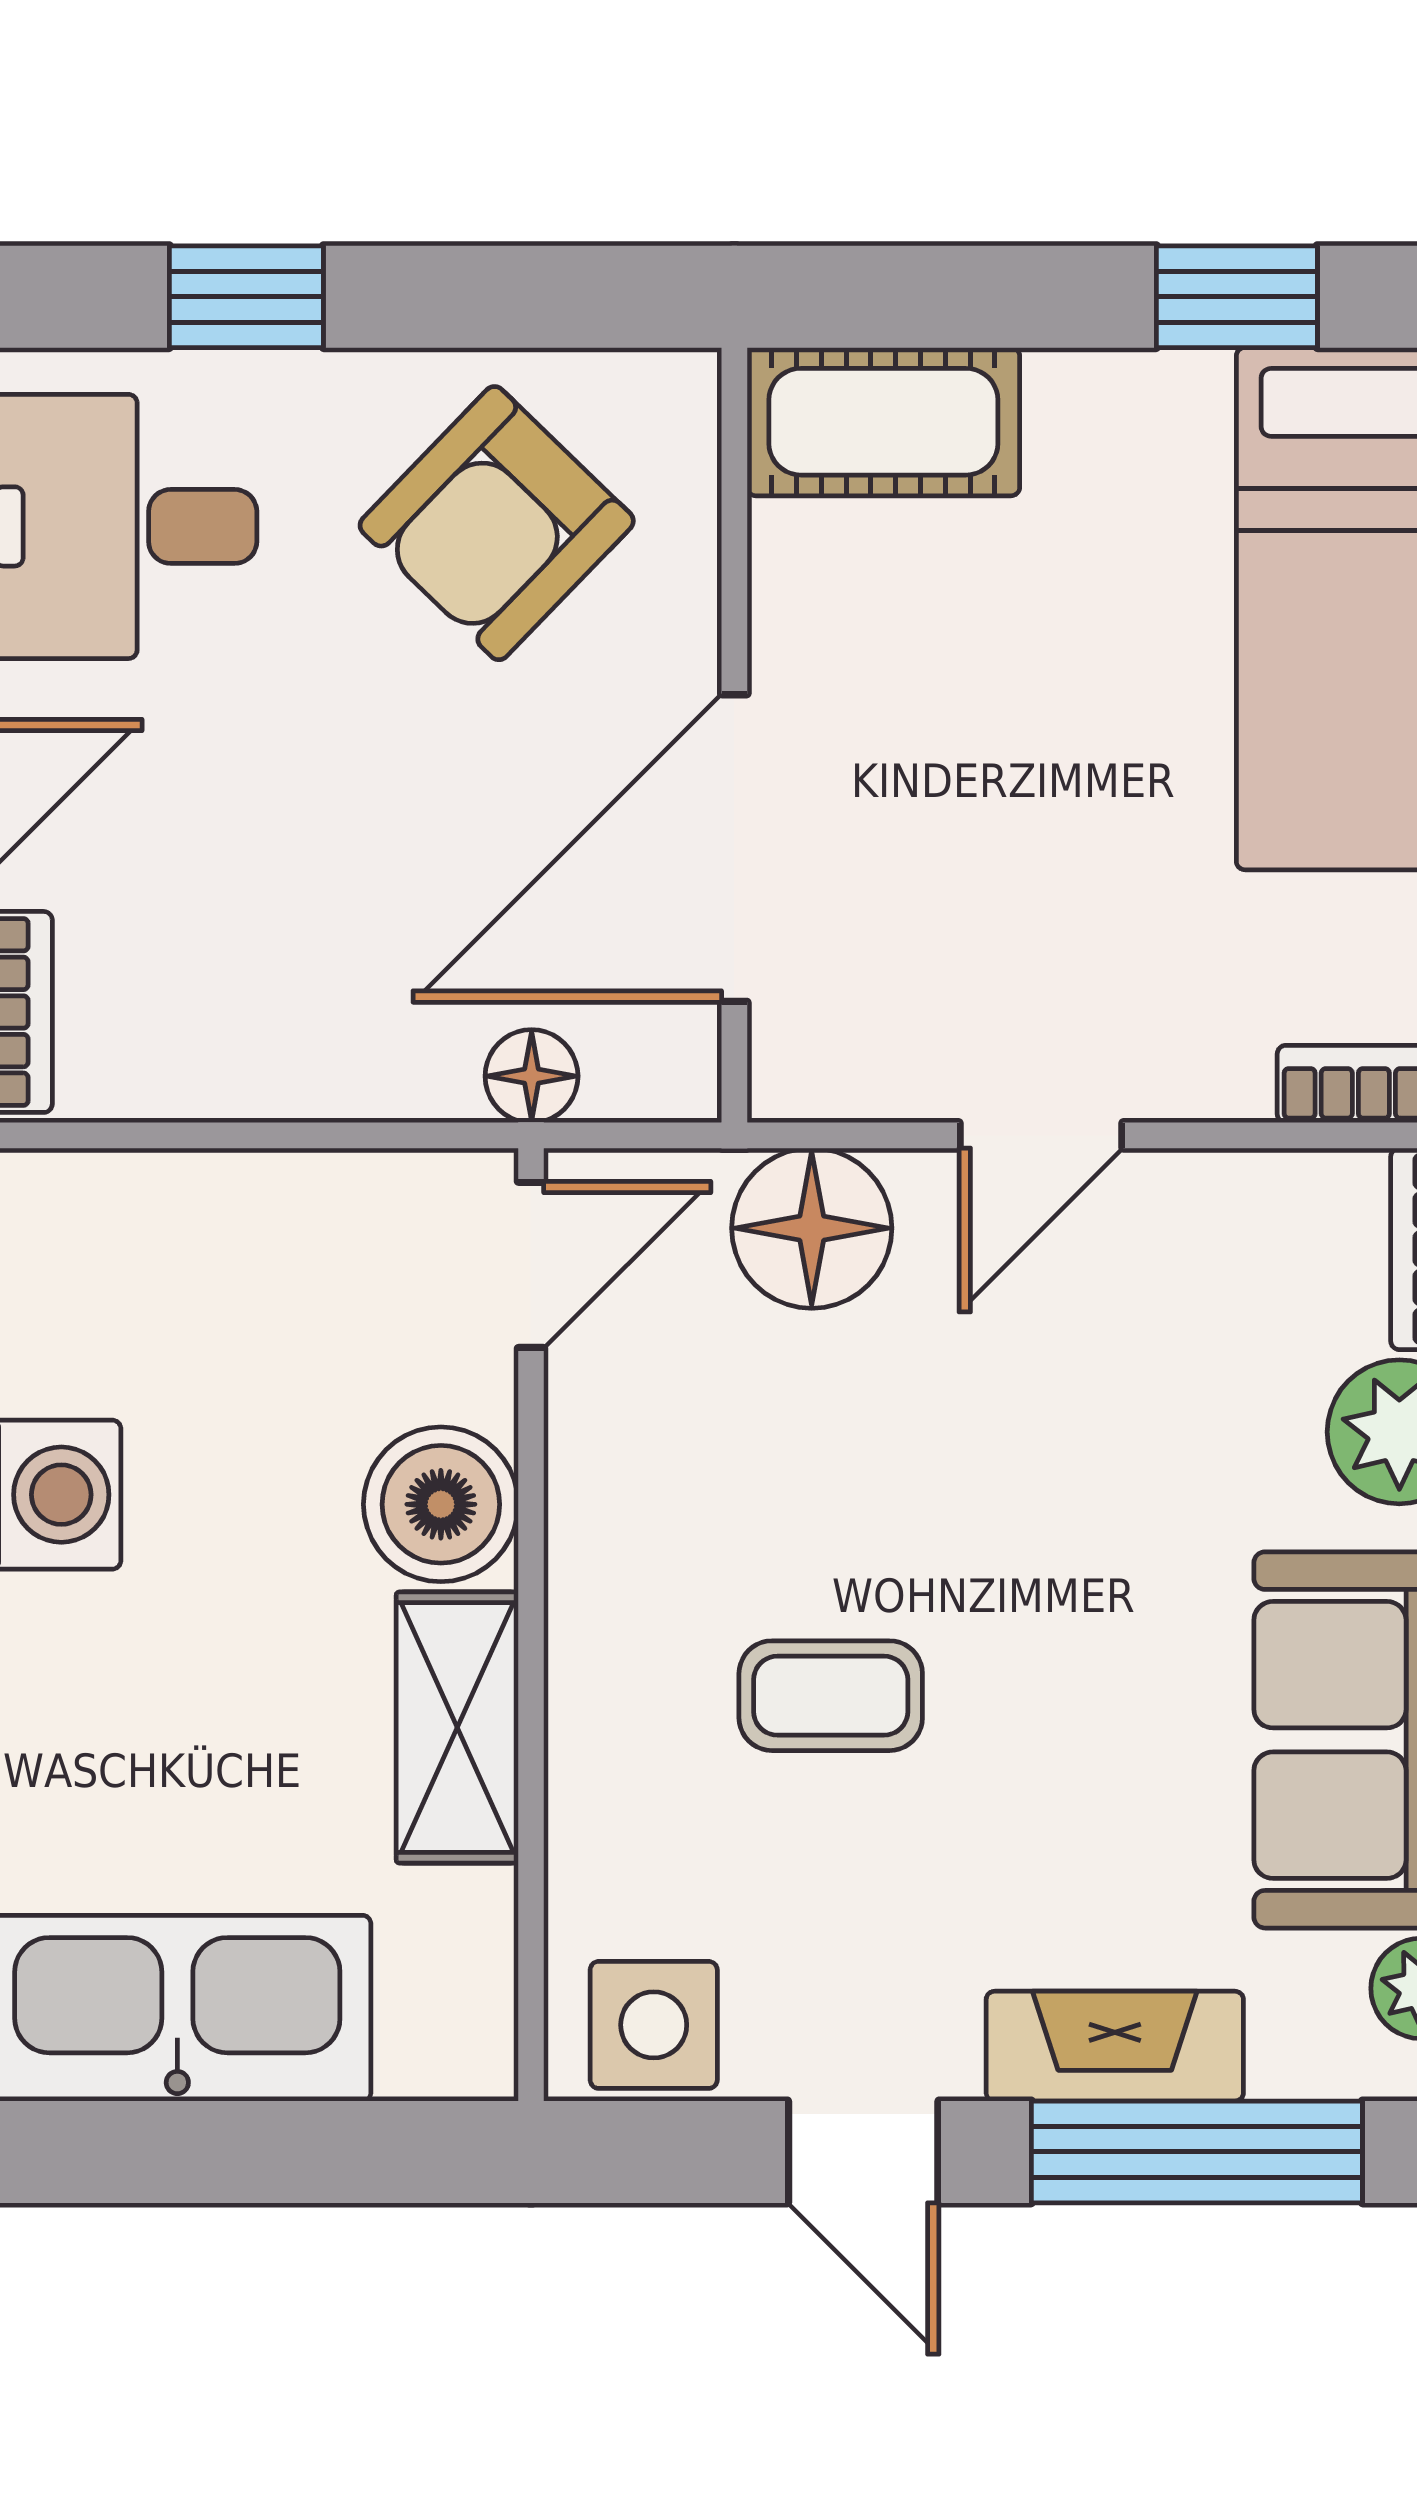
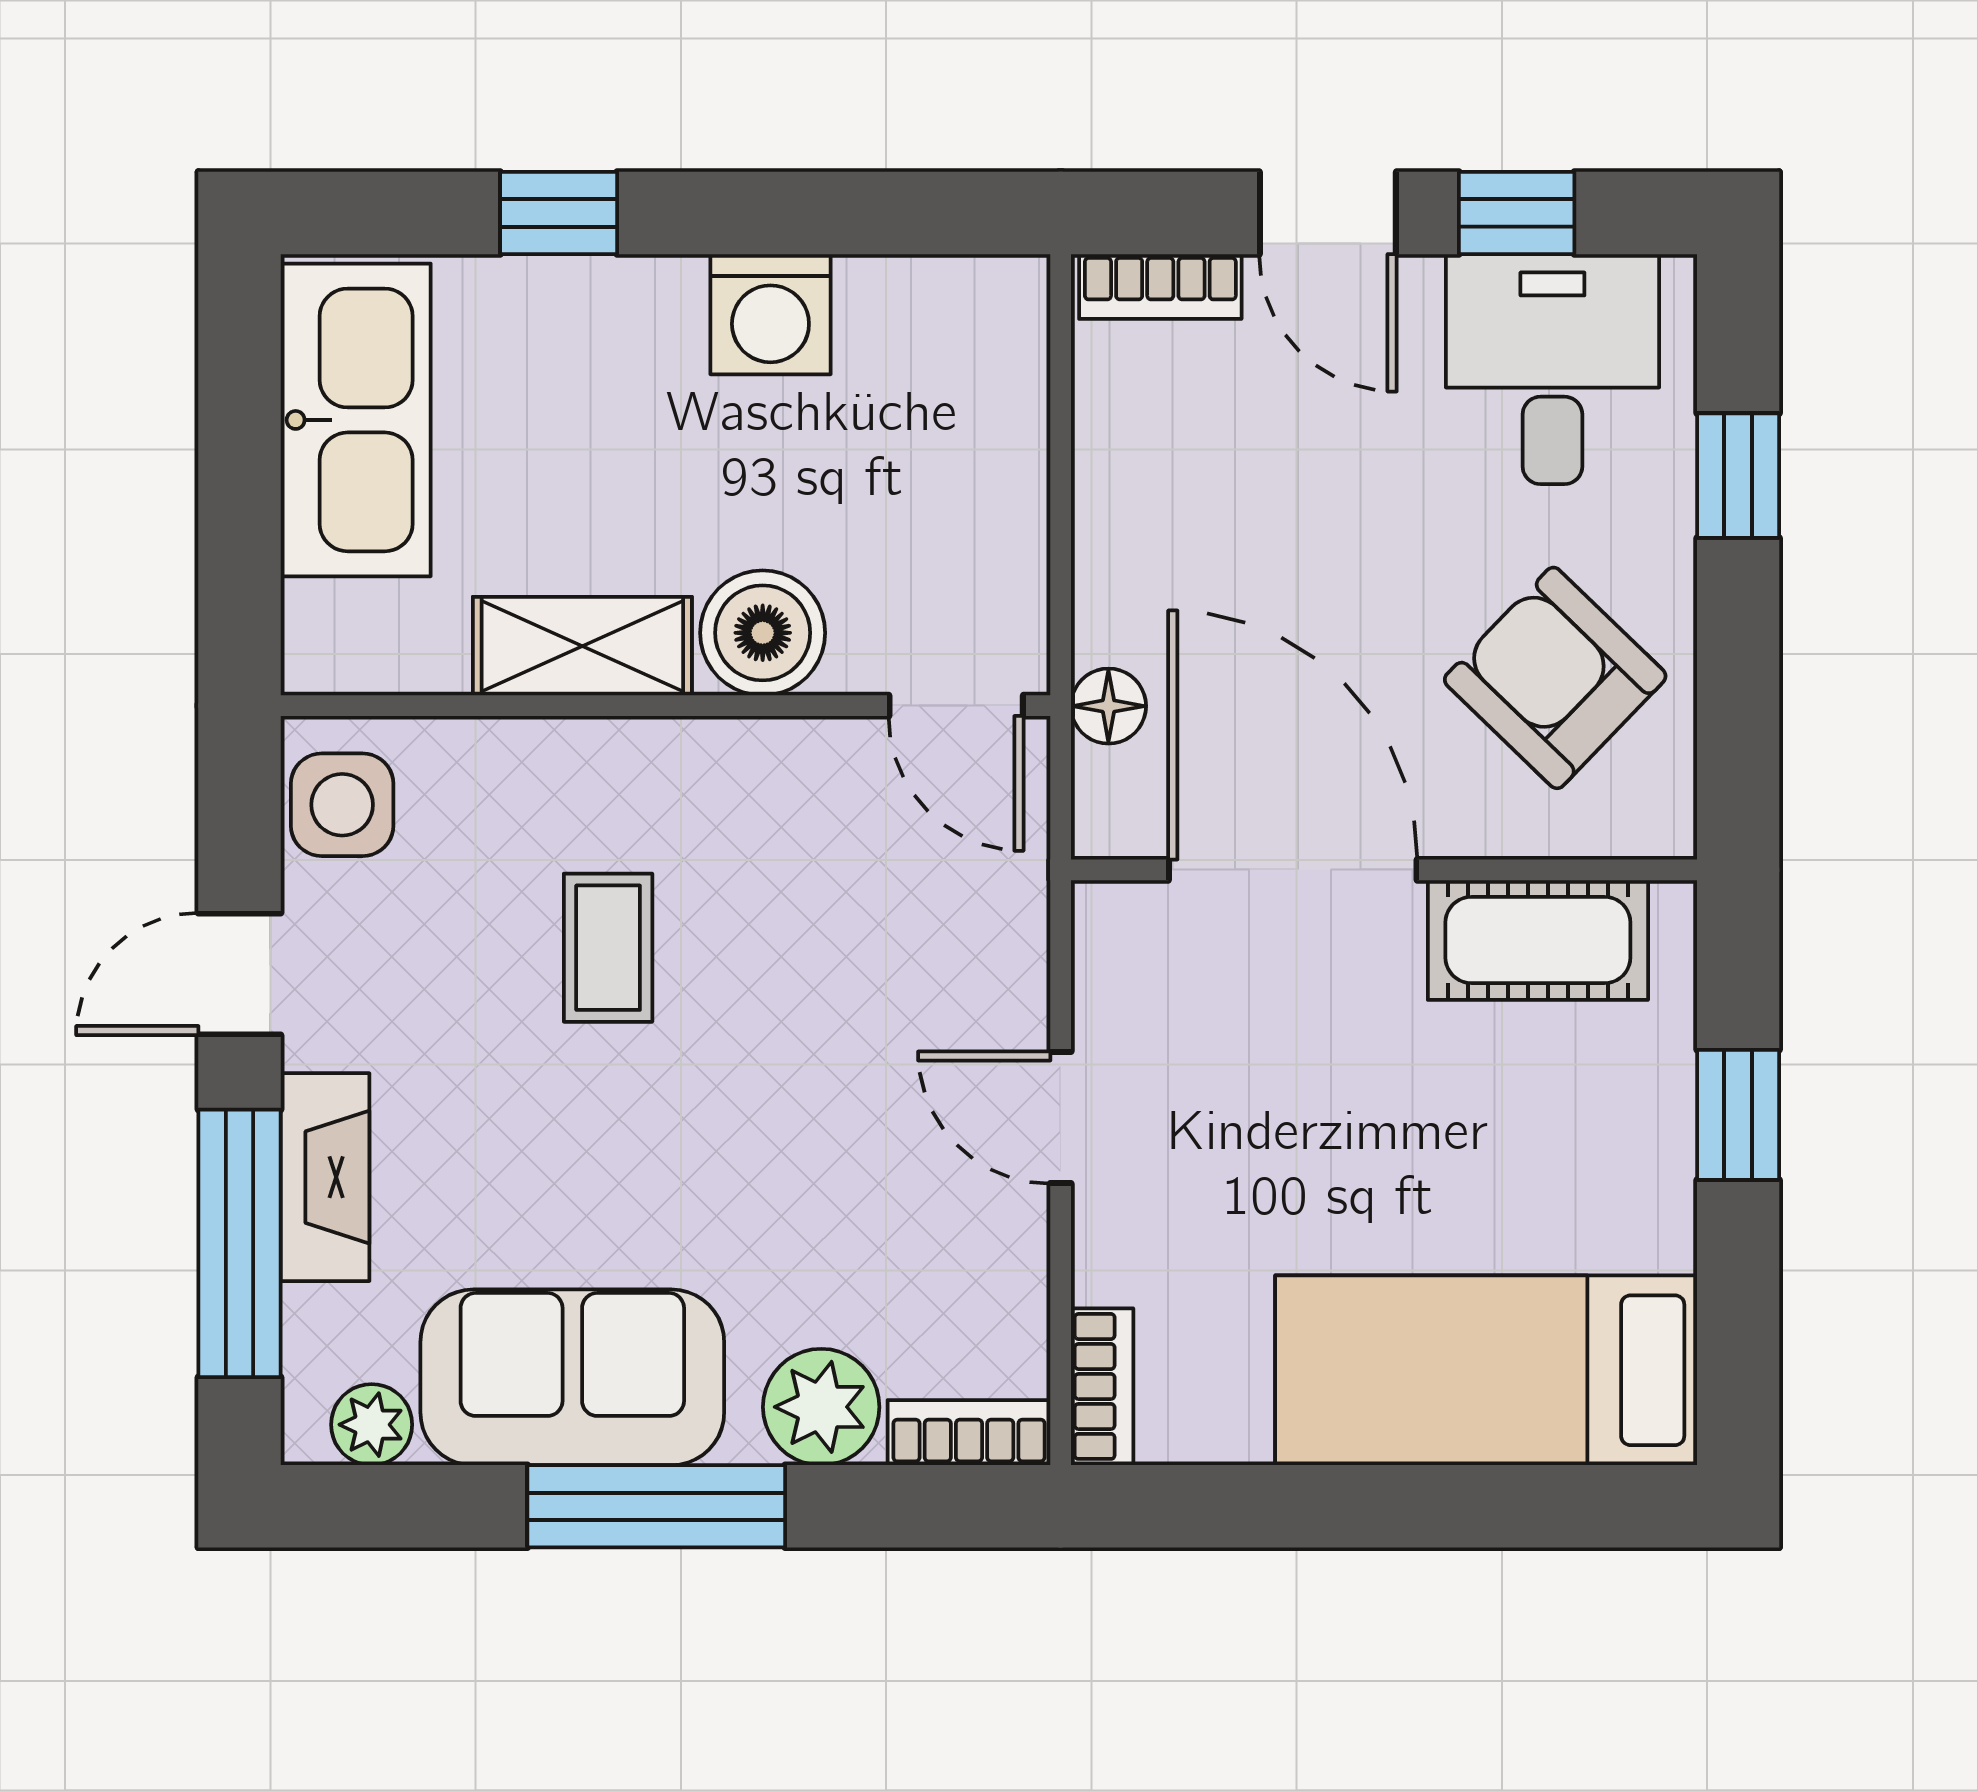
window: (1237, 297) -> (1738, 1115), moved
cot: (883, 422) -> (1538, 940), moved, turned 90
floor lamp: (812, 1228) -> (986, 932), removed

